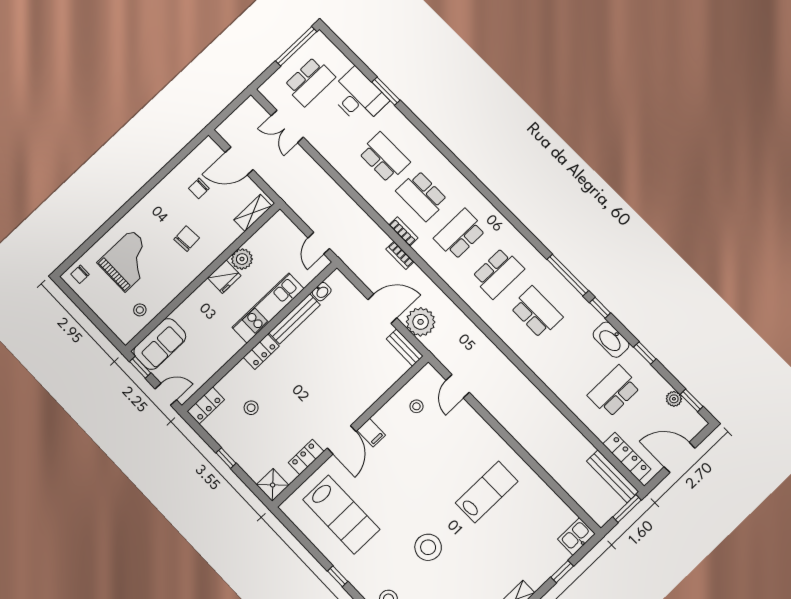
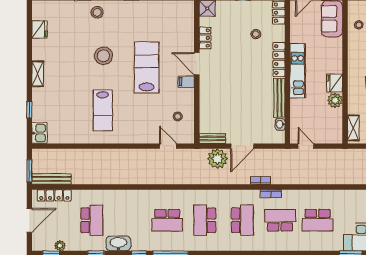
kitchen unit: (268, 308) -> (298, 71), moved
locker: (261, 352) -> (279, 59), width x1.53
lab bench: (341, 515) -> (147, 67), moved, turned 90

